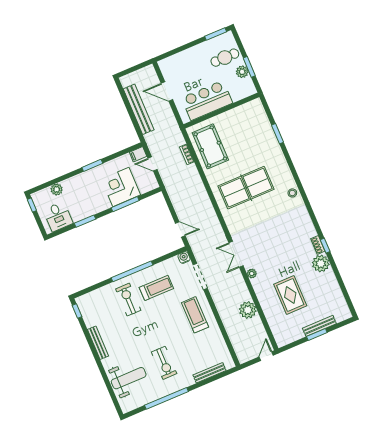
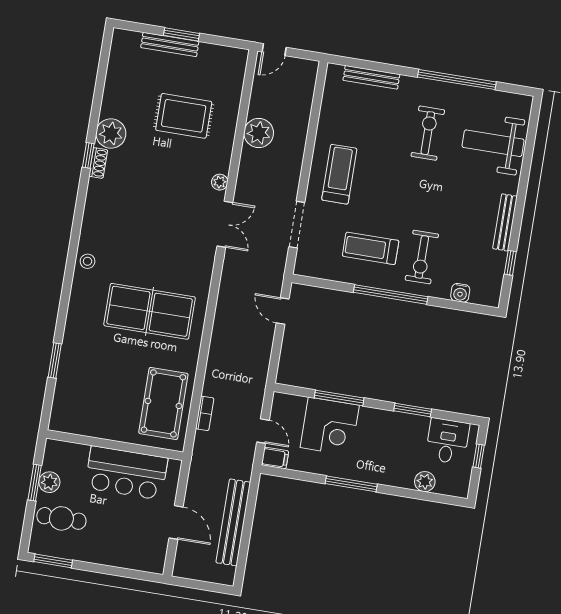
window: (92, 165) -> (351, 484), width x1.44
window: (32, 205) -> (479, 456), moved
water cooler: (184, 257) -> (460, 293), moved
rug: (290, 295) -> (184, 116), turned 90
window: (77, 311) -> (510, 263), moved
treadmill: (195, 315) -> (339, 174), turned 180

